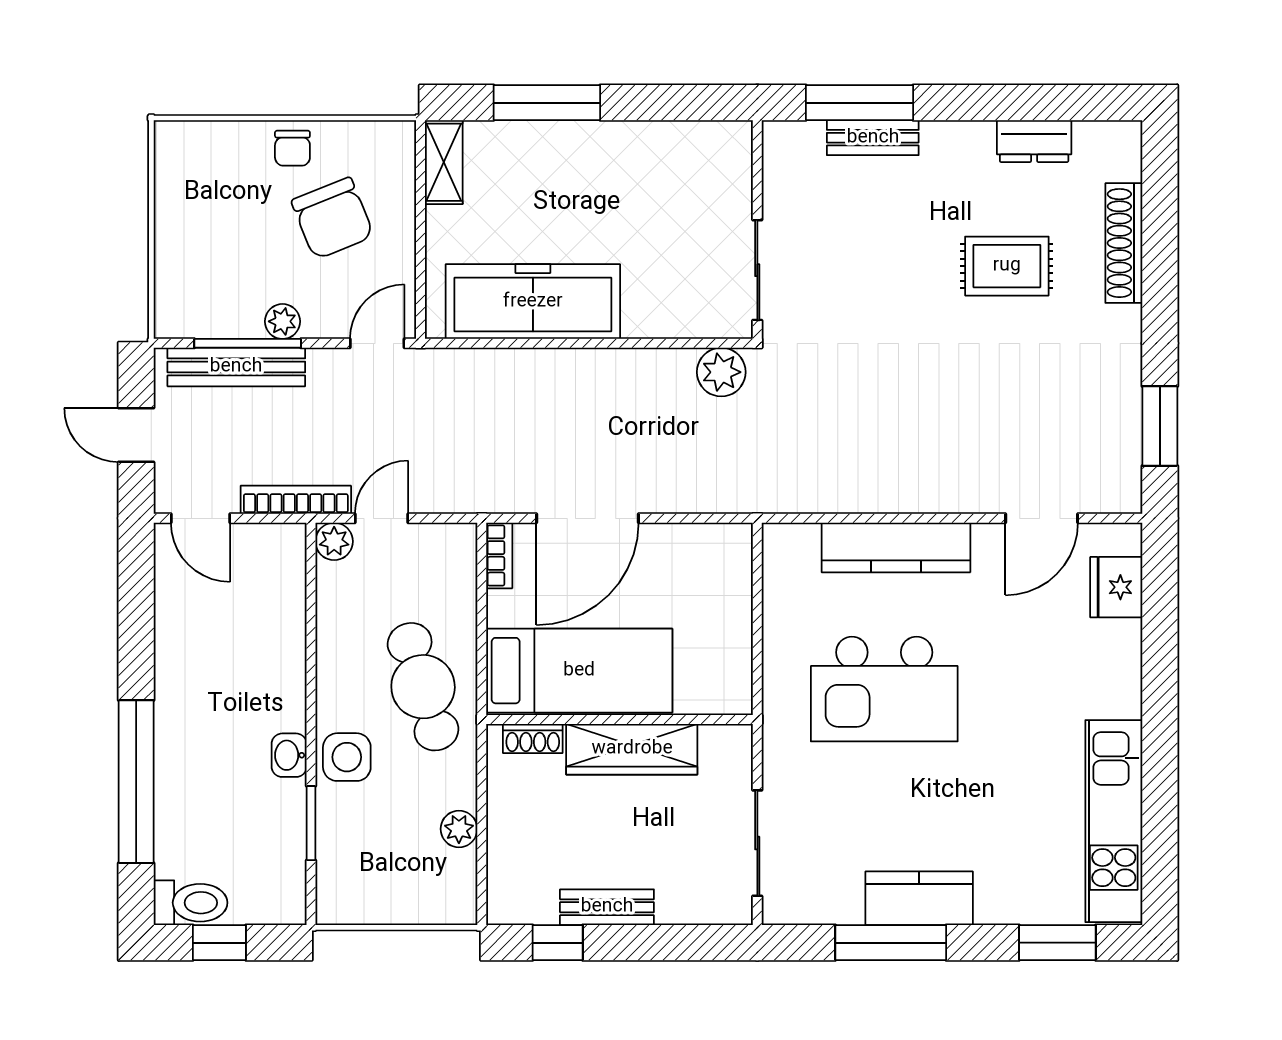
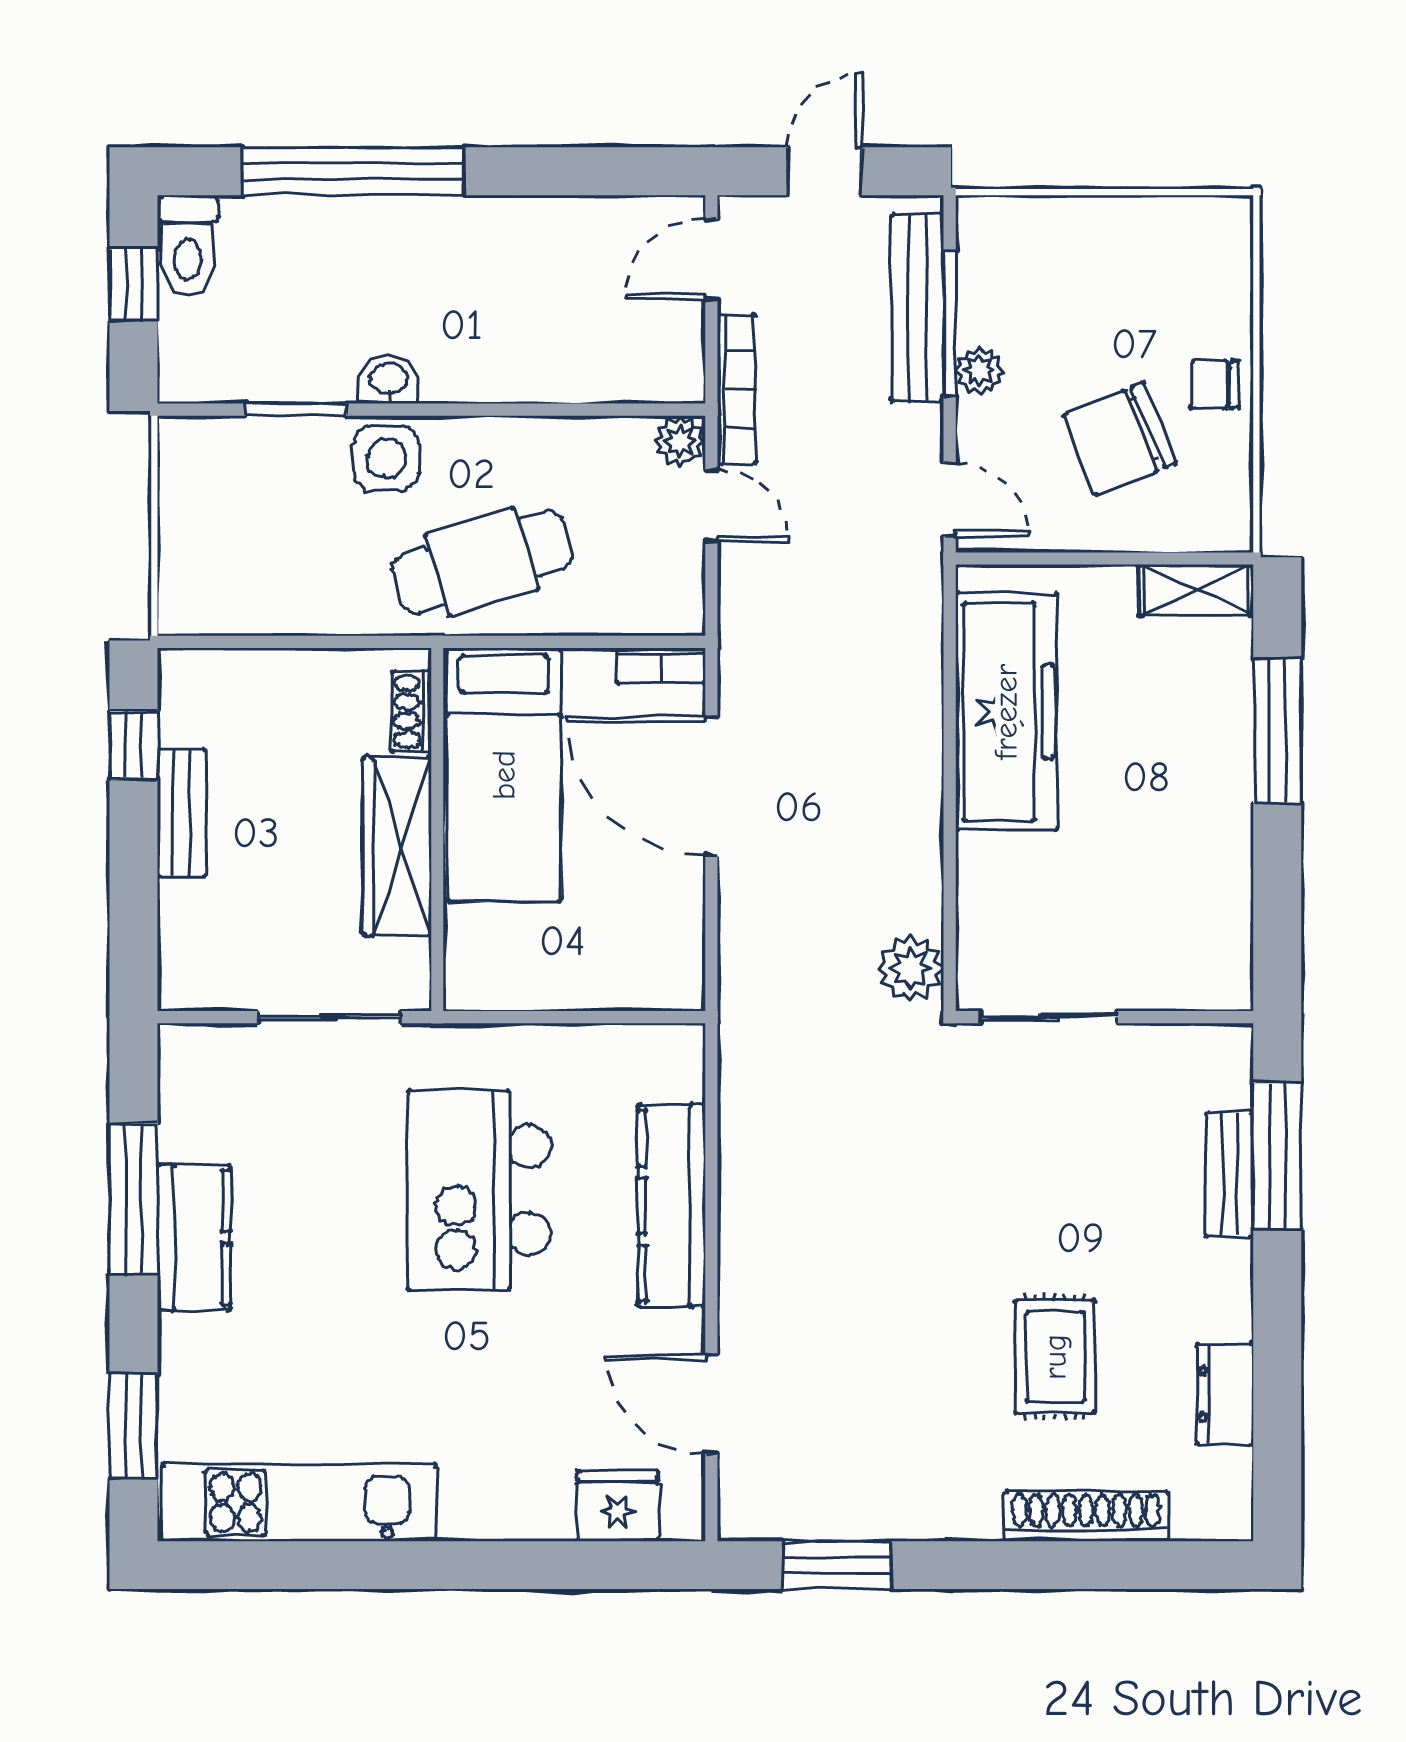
plant: (459, 829) -> (288, 611), removed
sliding door: (757, 843) -> (329, 1017), moved

